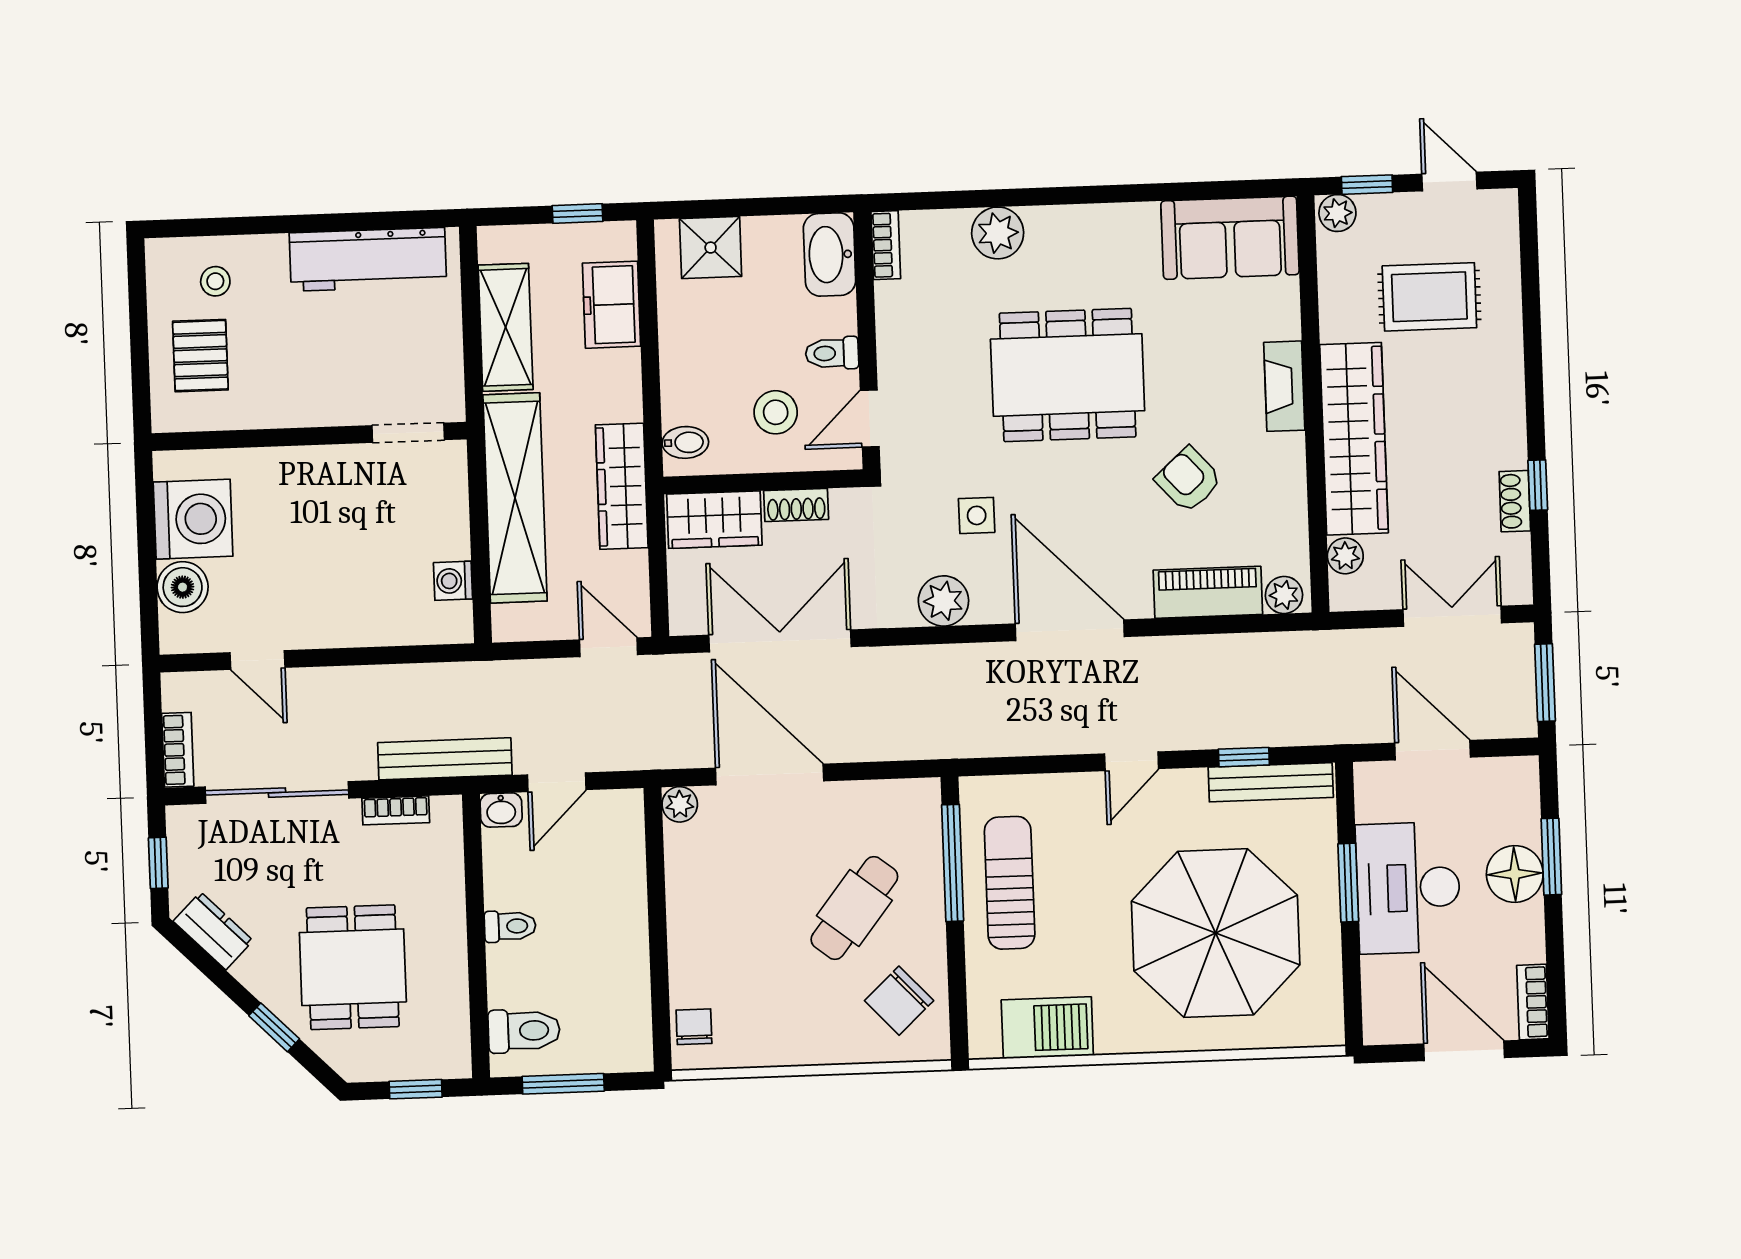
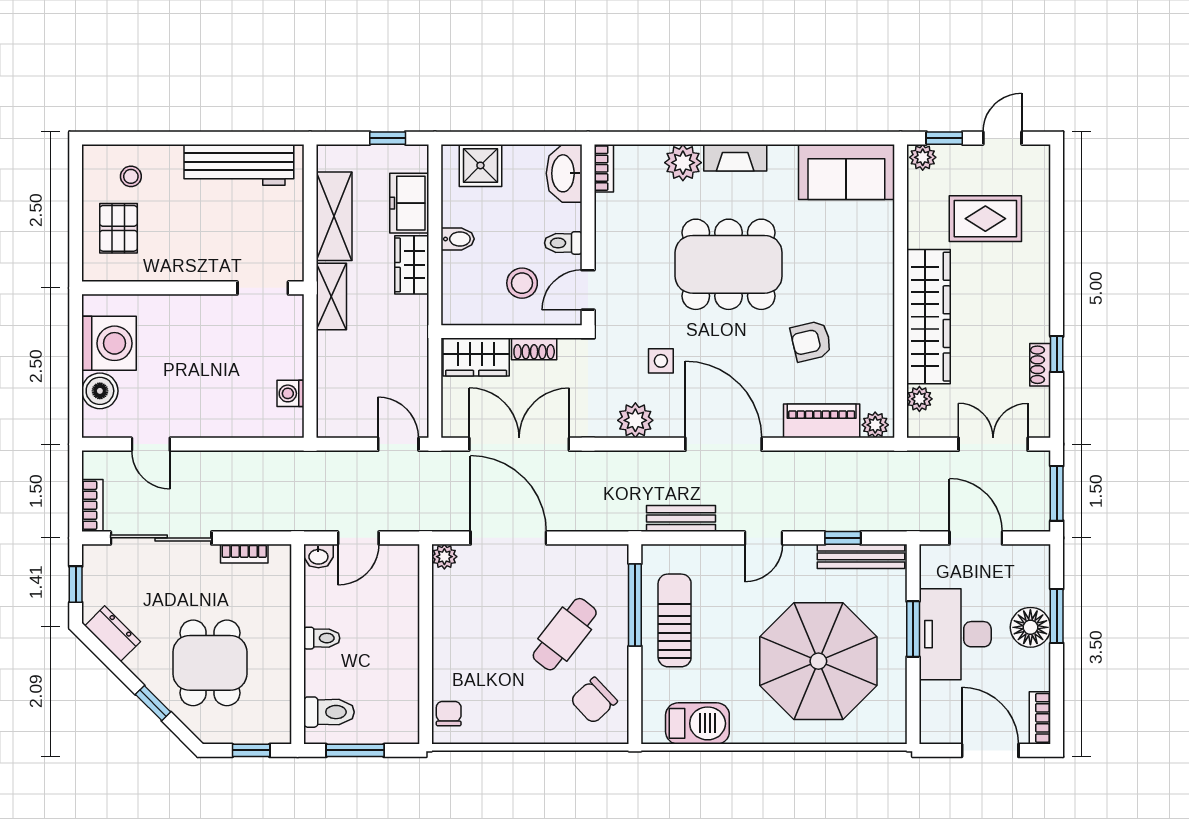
door: (1449, 182) -> (1002, 138), hinge flipped
fireplace: (1284, 386) -> (735, 158), moved, turned -90
bidet: (685, 442) -> (458, 239), moved
armchair: (1189, 480) -> (811, 341), turned -61
wardrobe: (622, 486) -> (412, 265), moved, width x0.67
shelving: (515, 498) -> (331, 297), width x0.45, depth x0.75
bench: (445, 759) -> (681, 519), moved, width x0.73

